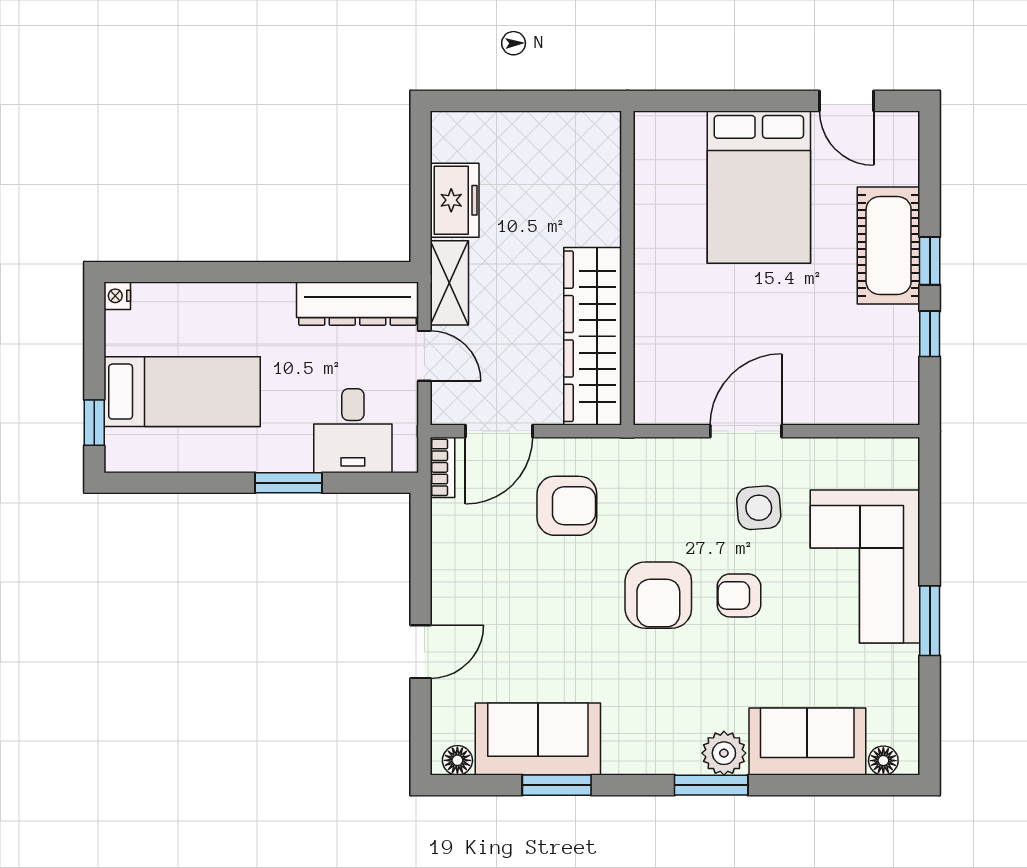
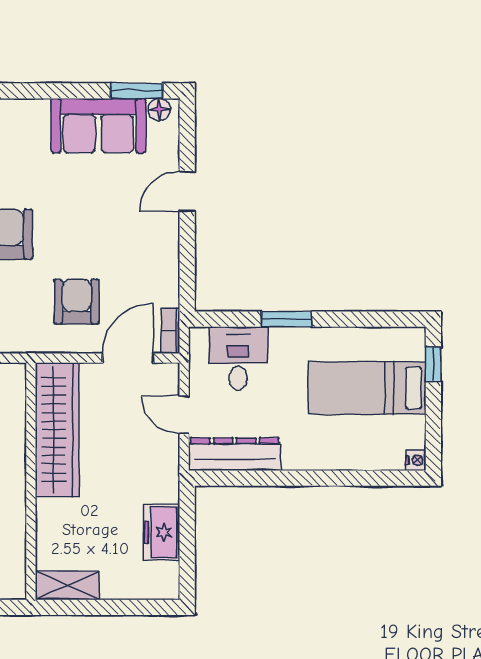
shelving: (449, 283) -> (67, 585), moved, turned 90
armchair: (567, 506) -> (77, 302), turned 90
window: (557, 785) -> (137, 91), moved

